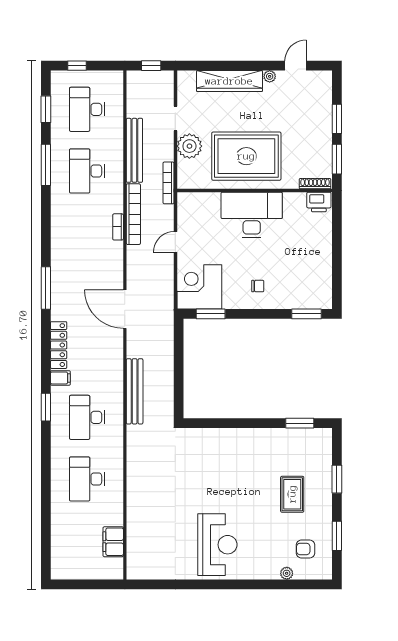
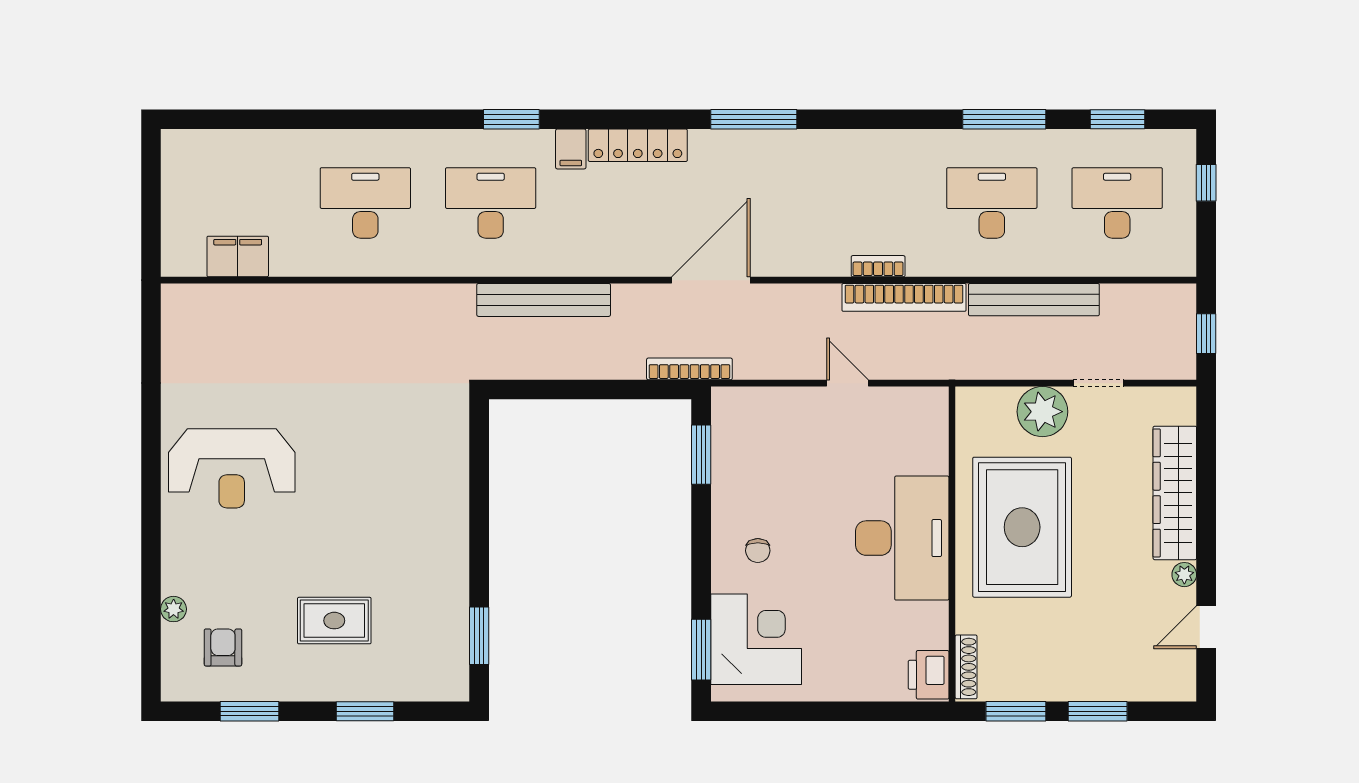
door: (296, 66) -> (1206, 627), swing flipped
bookcase: (169, 183) -> (689, 369), moved
corner desk: (199, 287) -> (756, 639), moved

